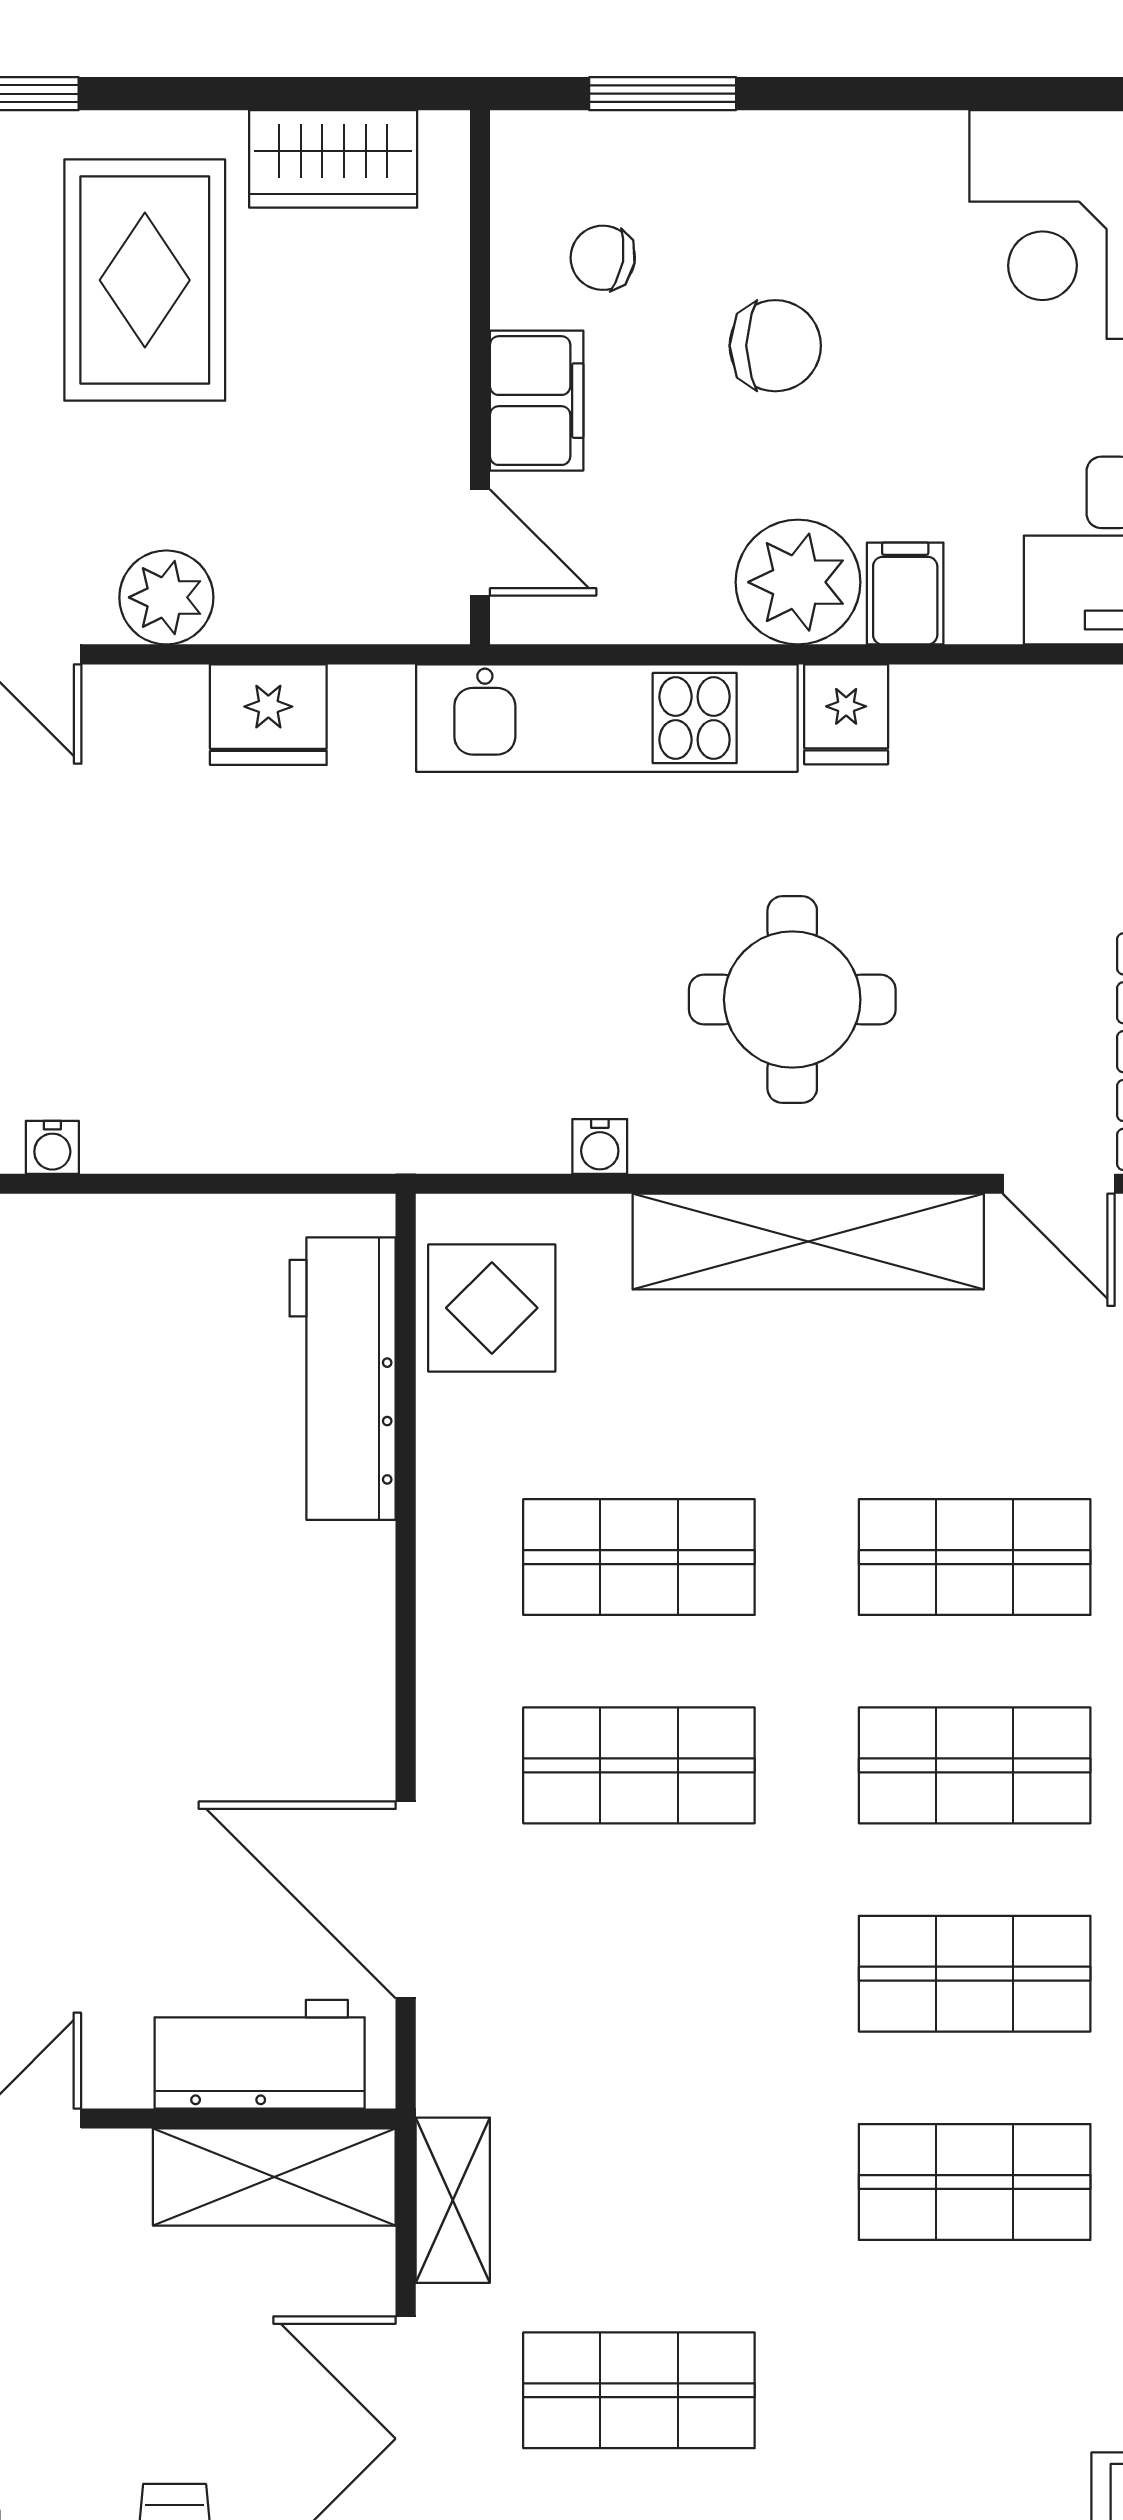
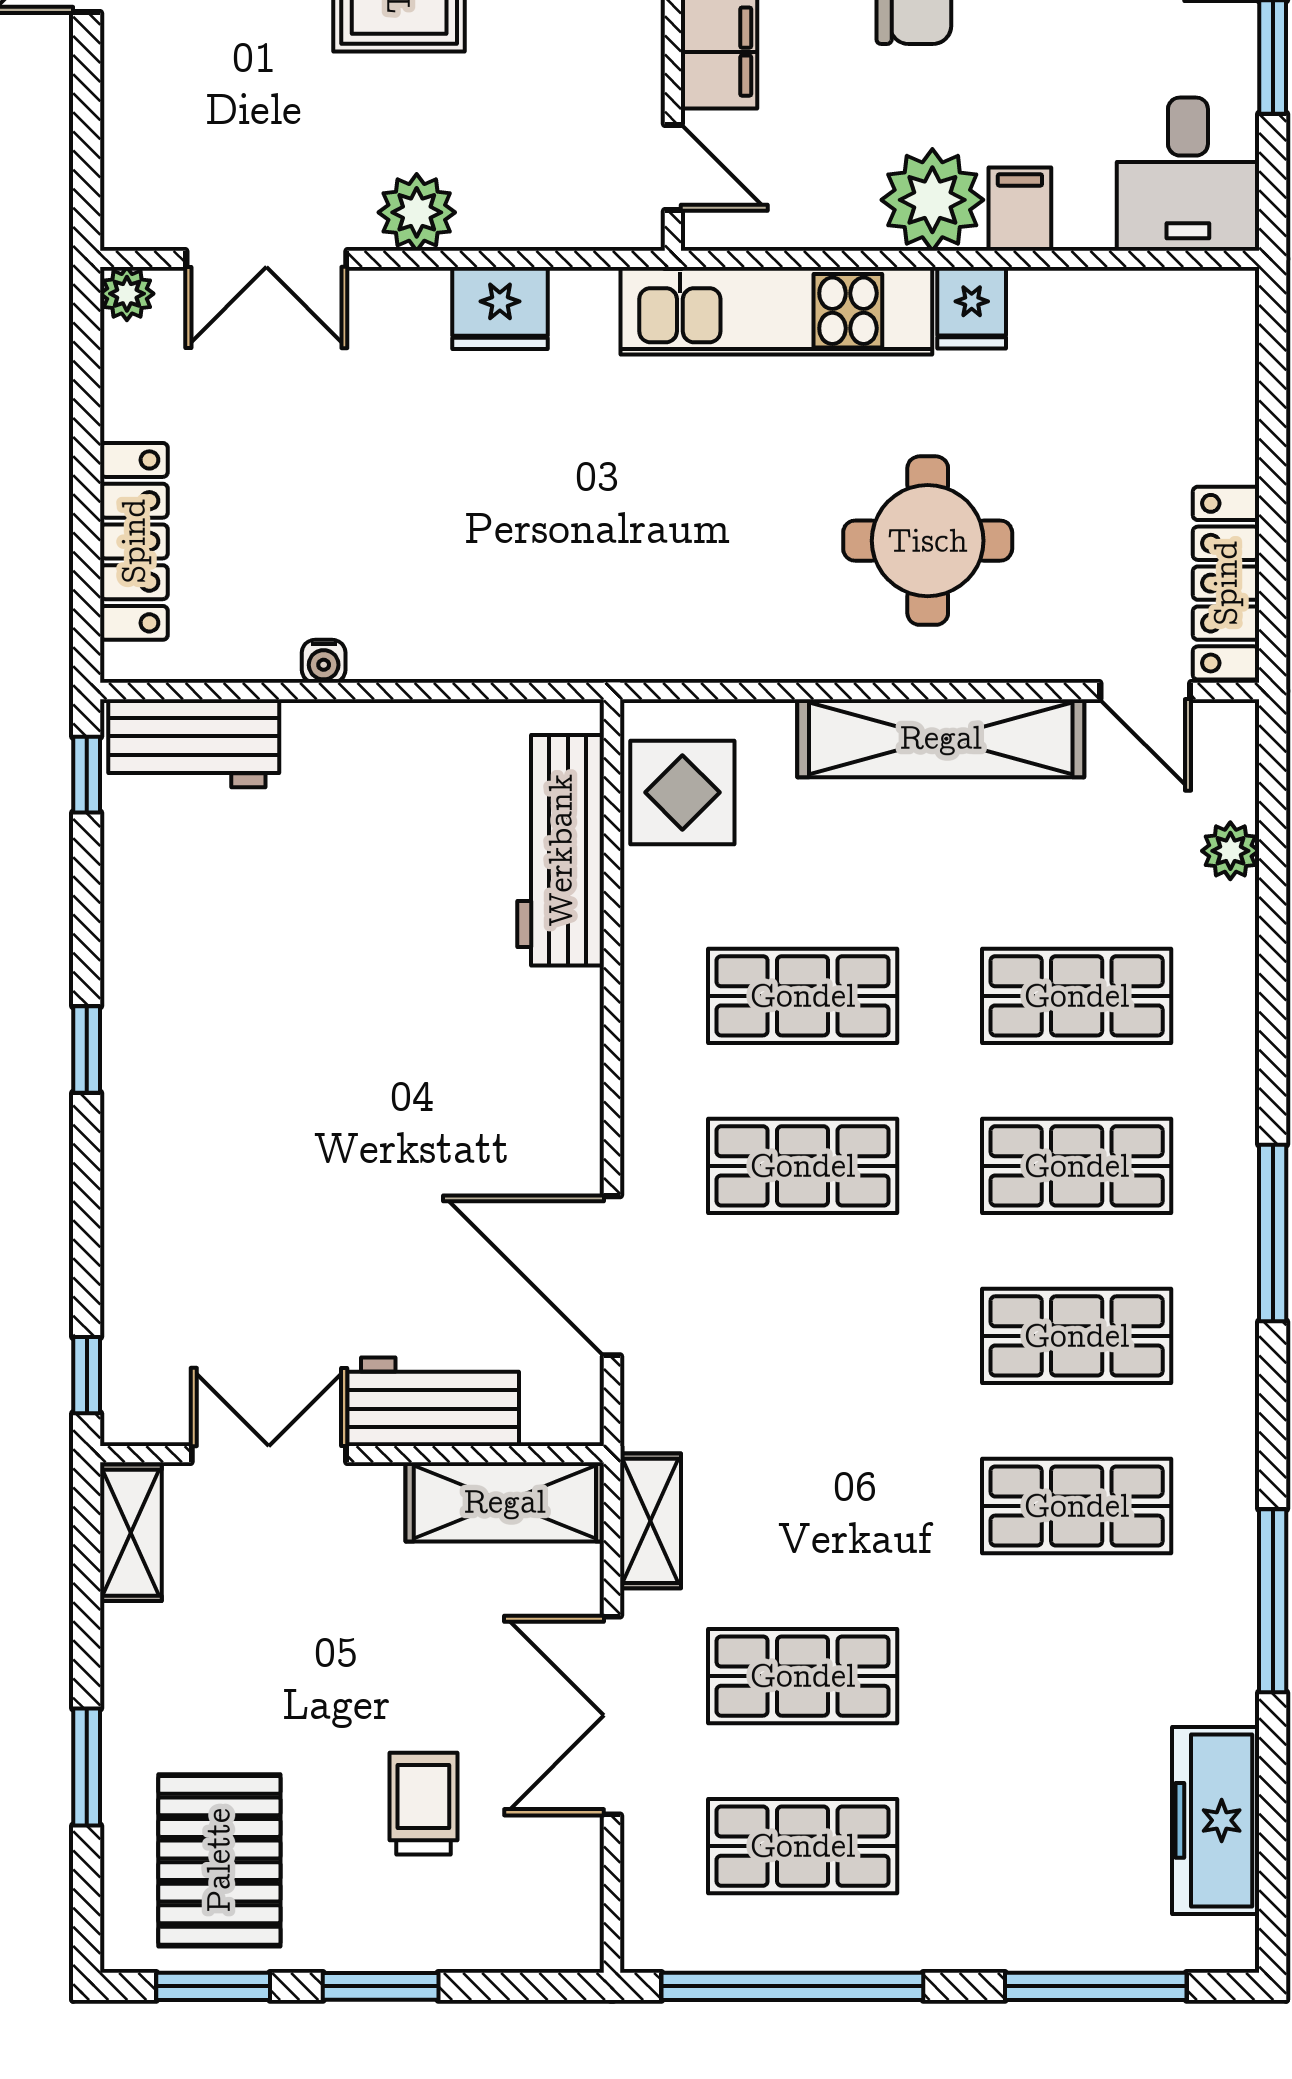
water cooler: (600, 1146) -> (771, 661), removed
workbench: (260, 2054) -> (433, 1402), moved

